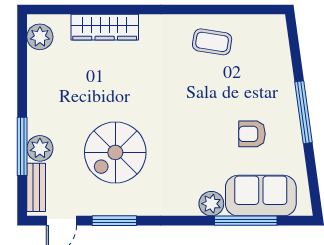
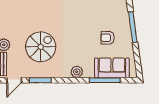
spiral stairs: (115, 152) -> (41, 47), turned 180
plant: (211, 204) -> (77, 72), moved

